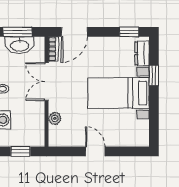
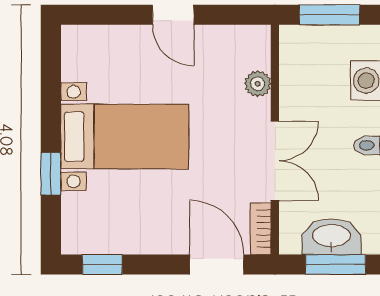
door: (74, 32) -> (217, 265), hinge flipped
dresser: (142, 53) -> (75, 219), removed
window: (20, 151) -> (330, 15), width x1.50

